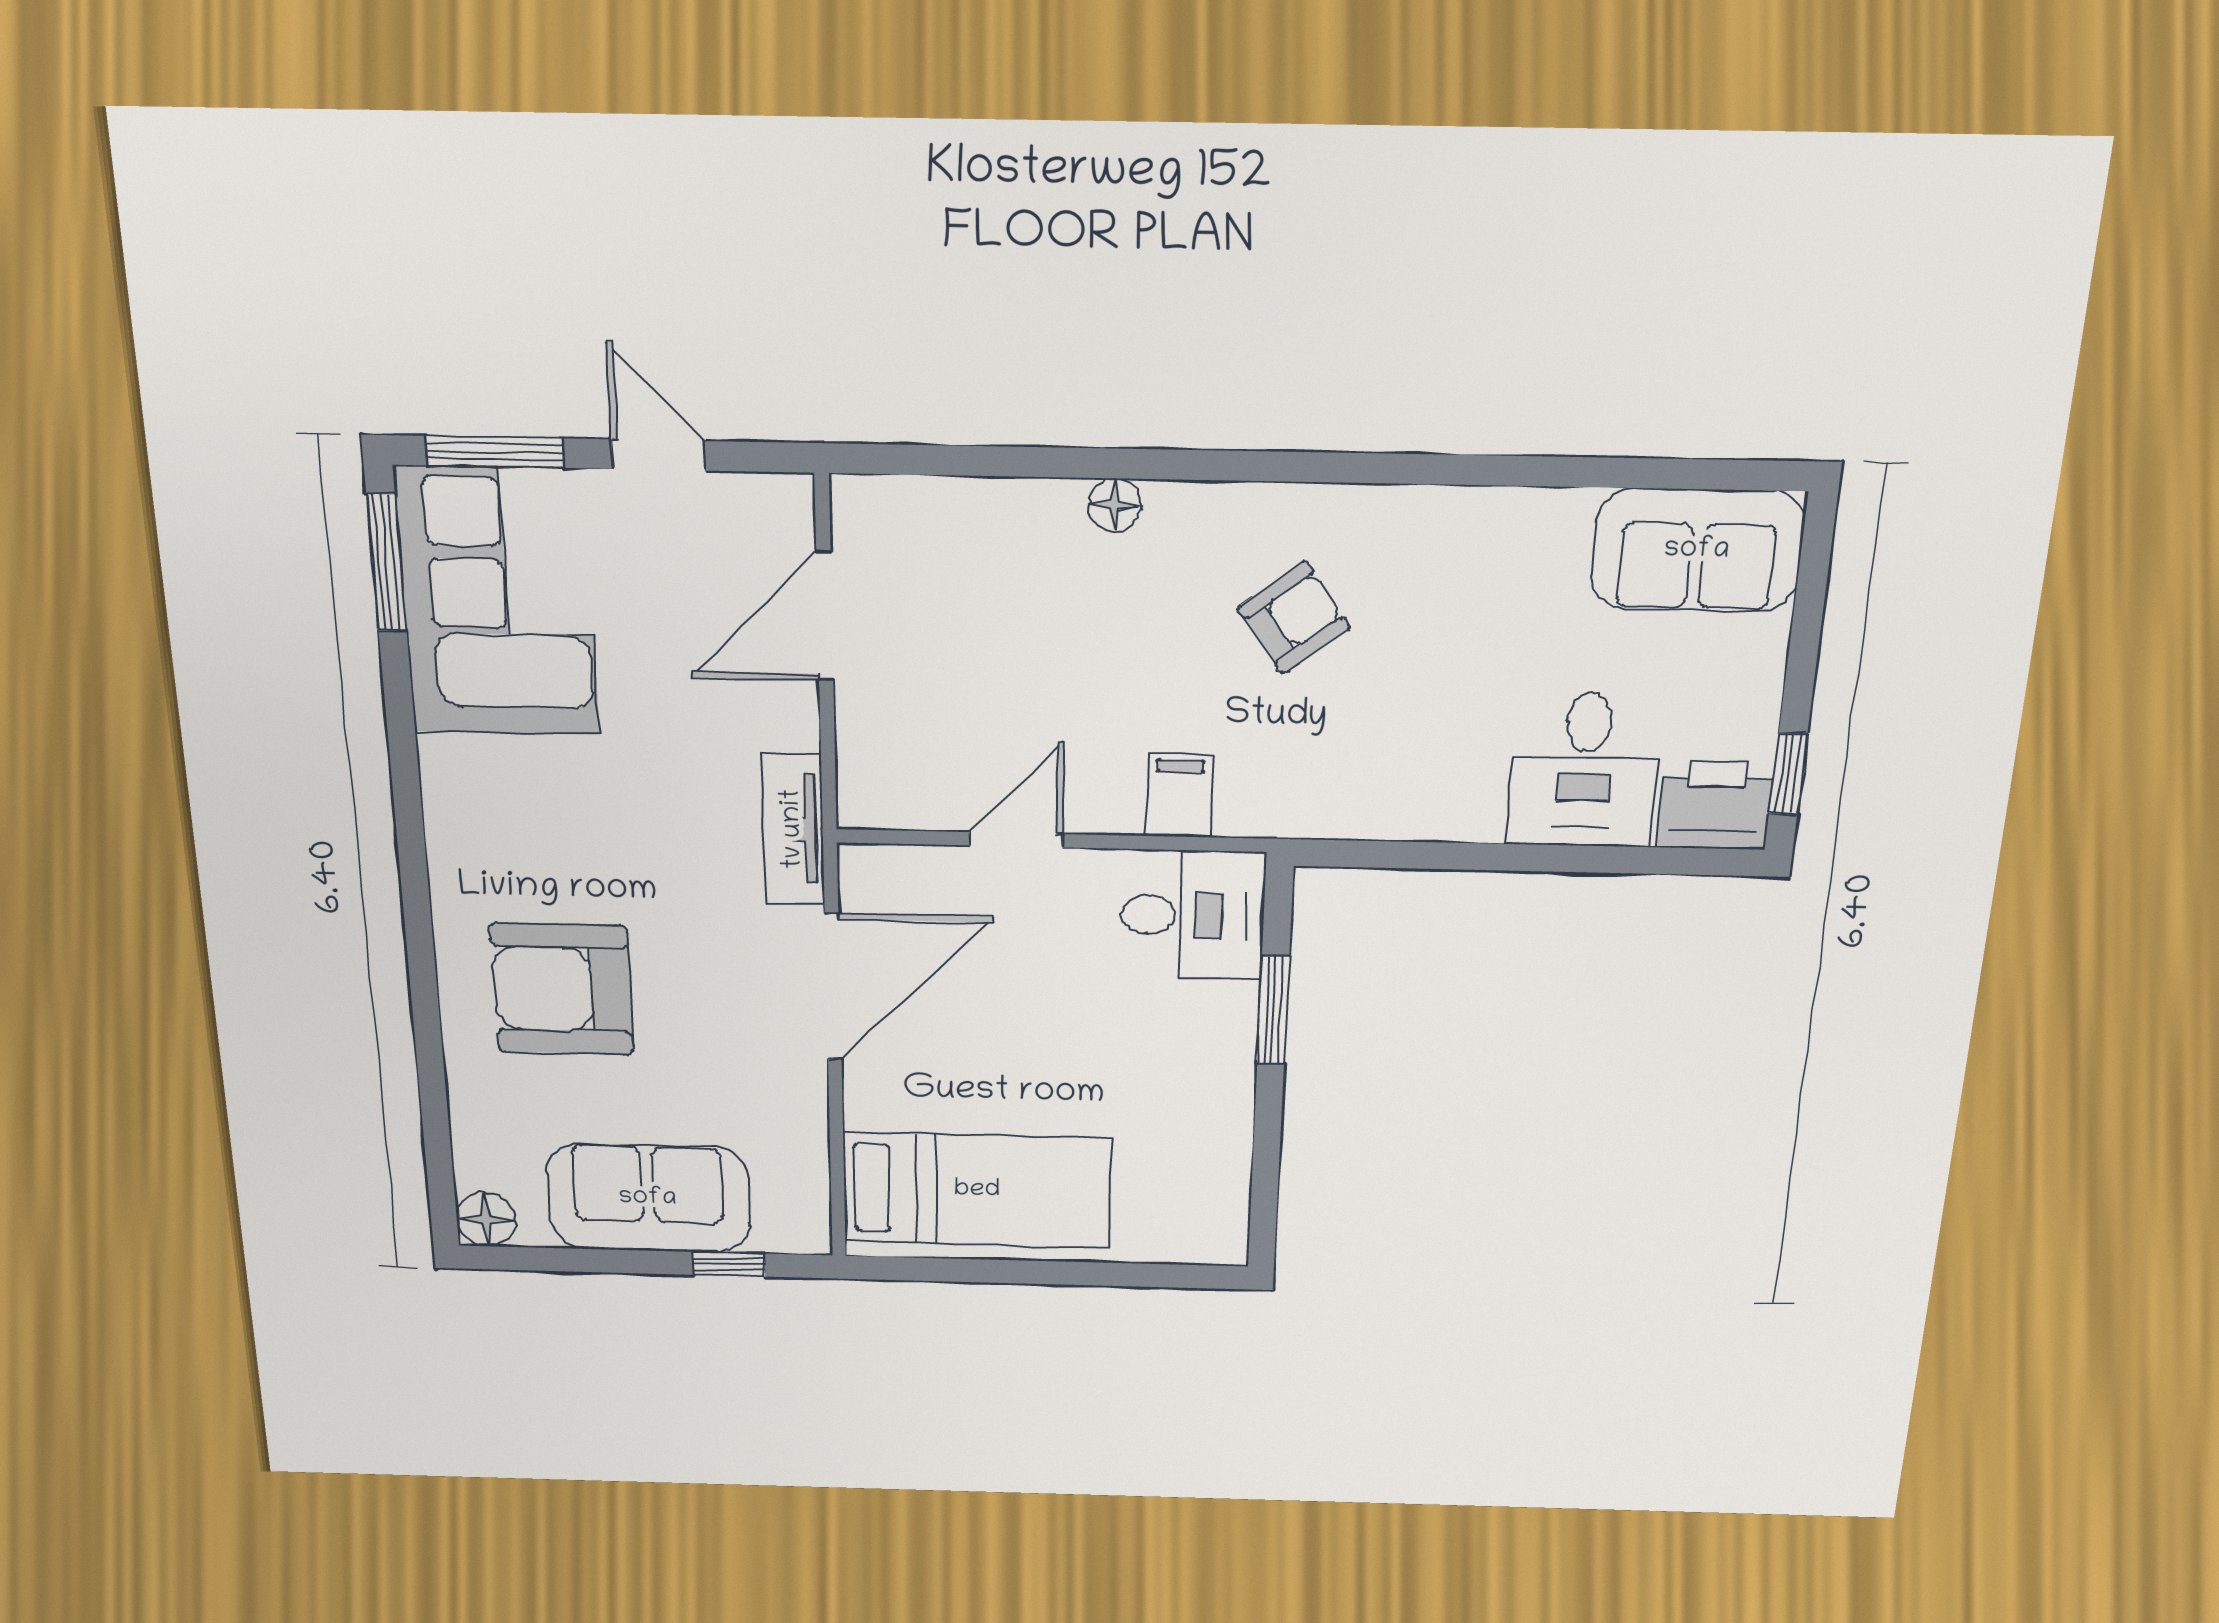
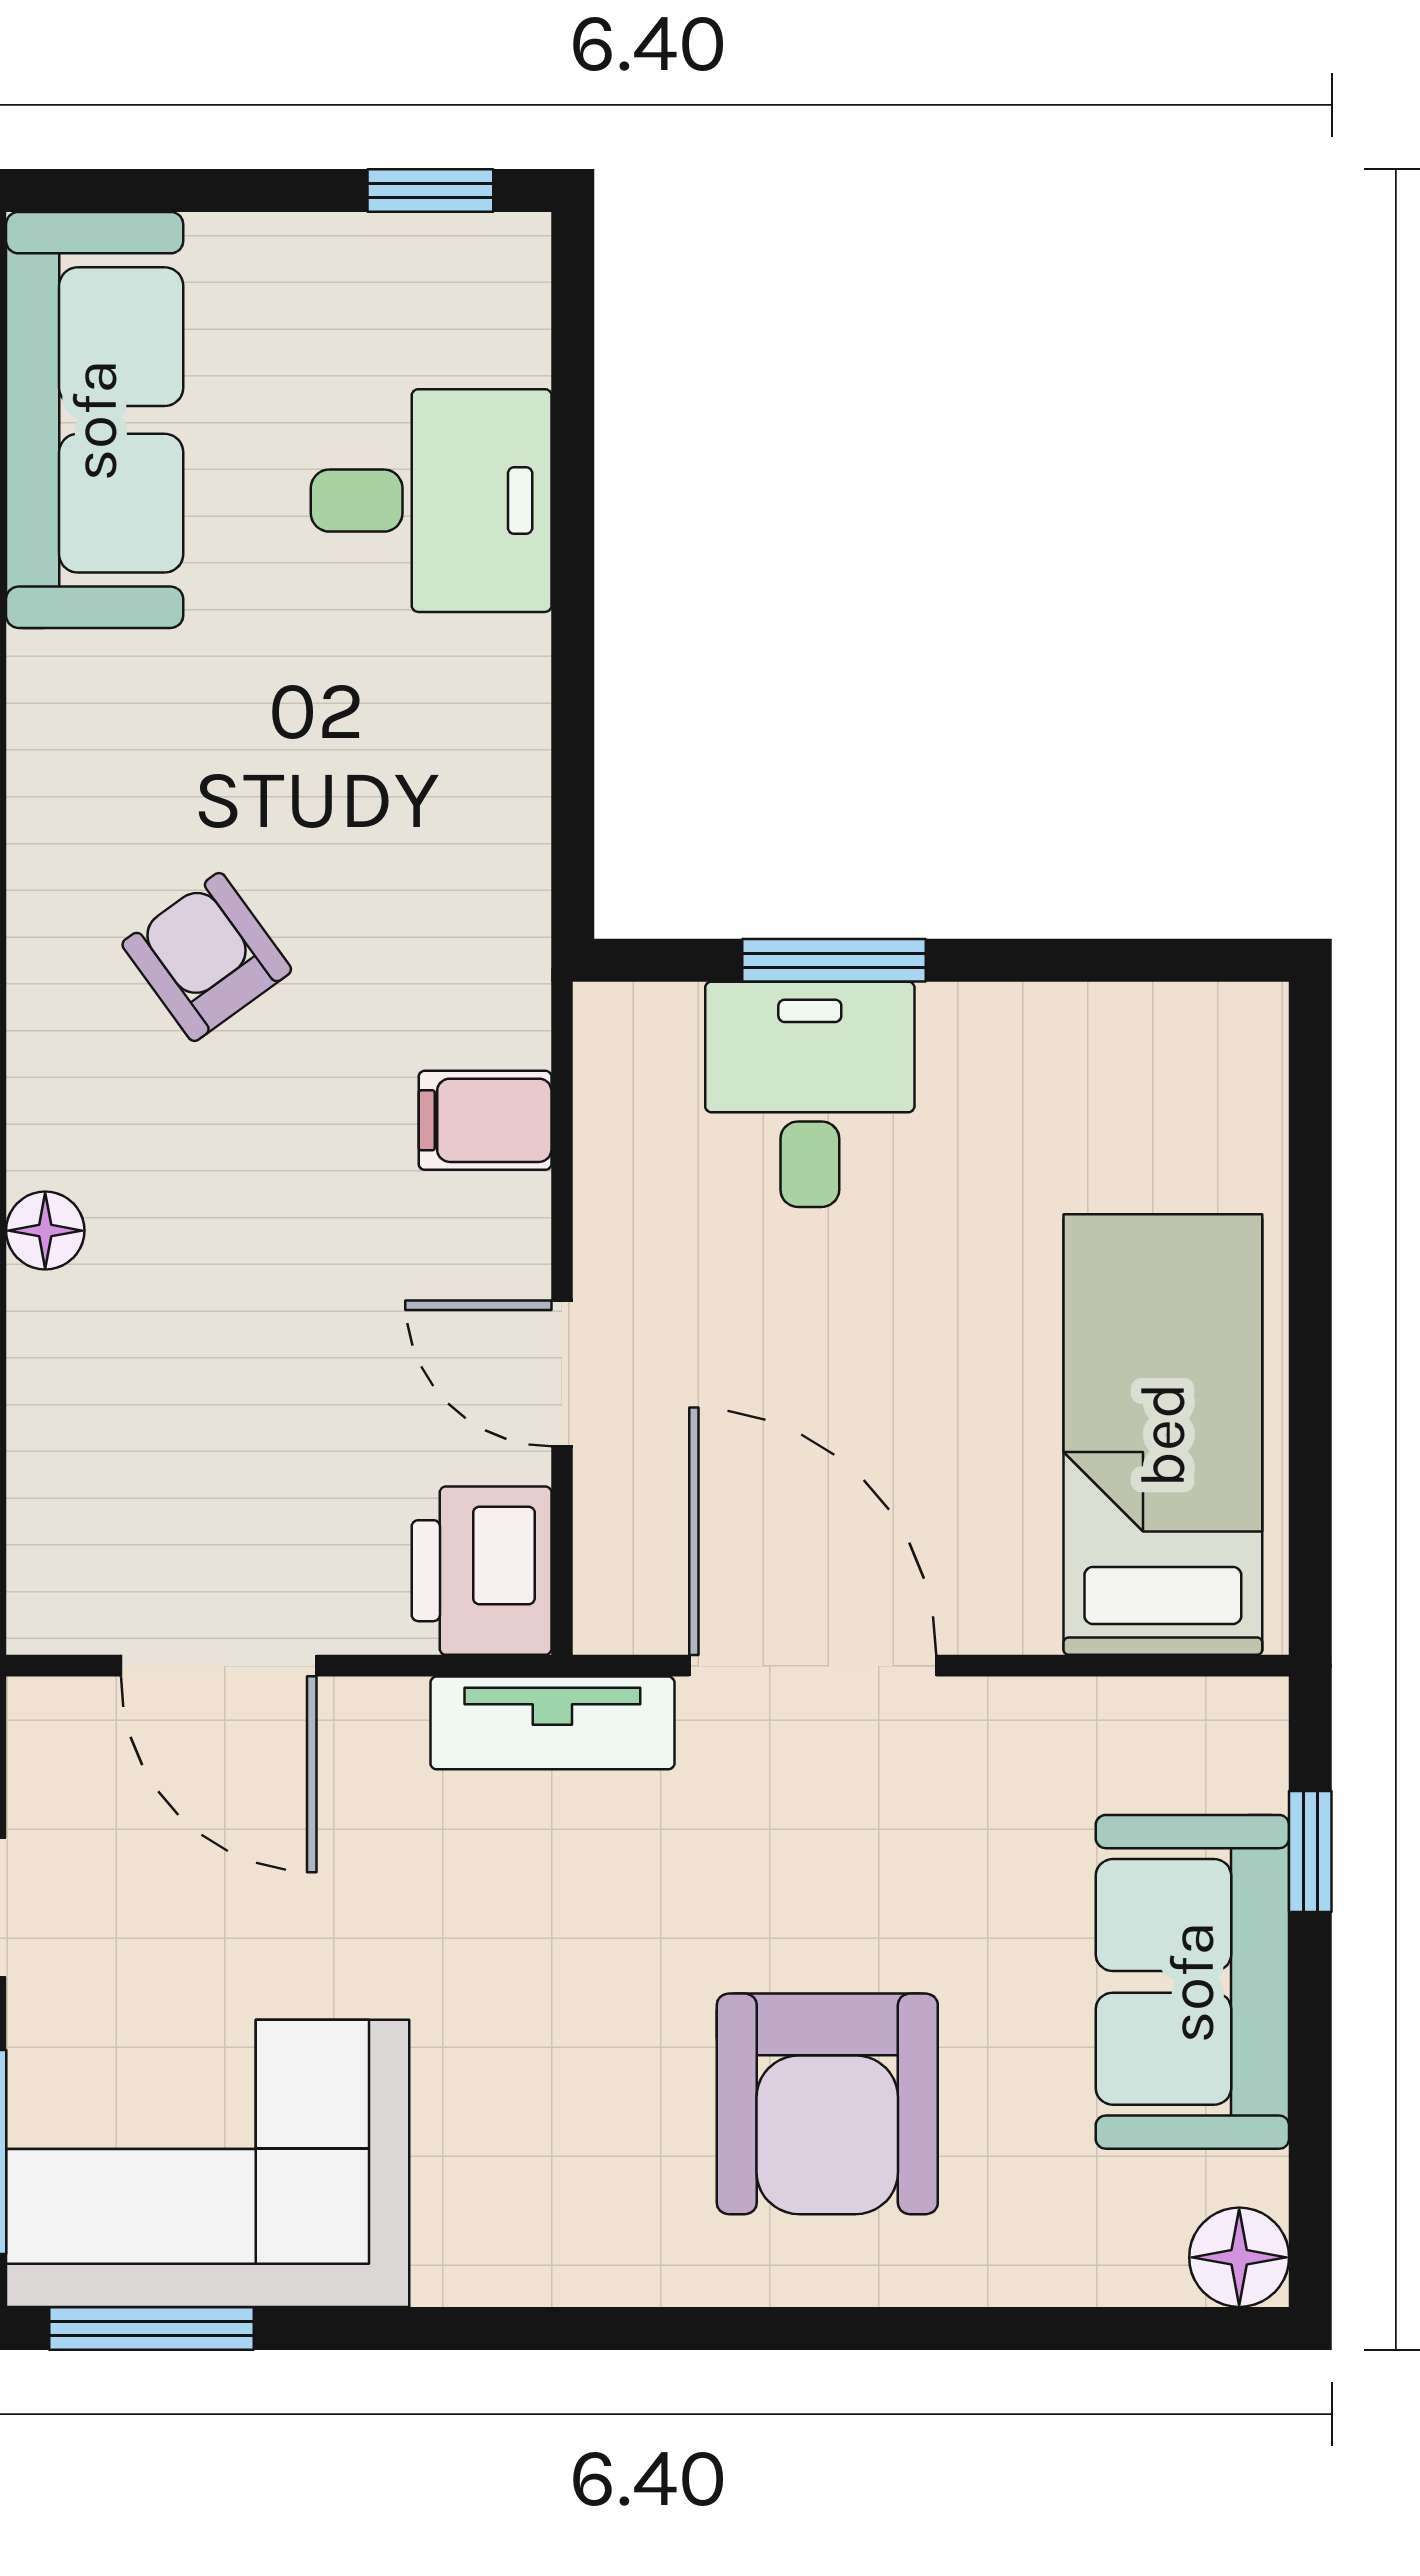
sofa: (1697, 550) -> (95, 420), width x1.36
printer: (1715, 805) -> (482, 1571), moved
desk: (1192, 916) -> (810, 1094), moved

